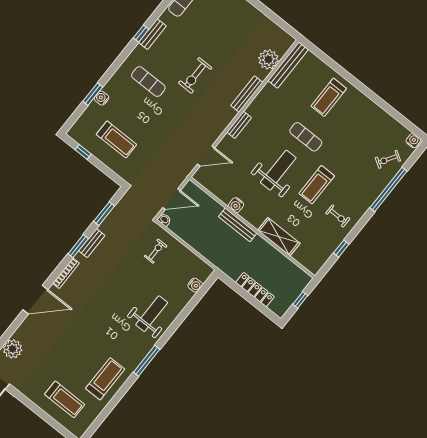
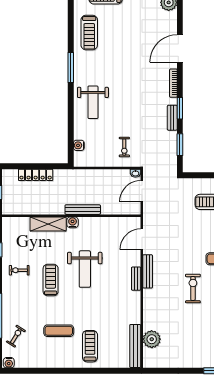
bench: (247, 94) -> (148, 271), moved
exercise mat: (306, 137) -> (59, 331), moved
water cooler: (236, 205) -> (73, 222), moved

